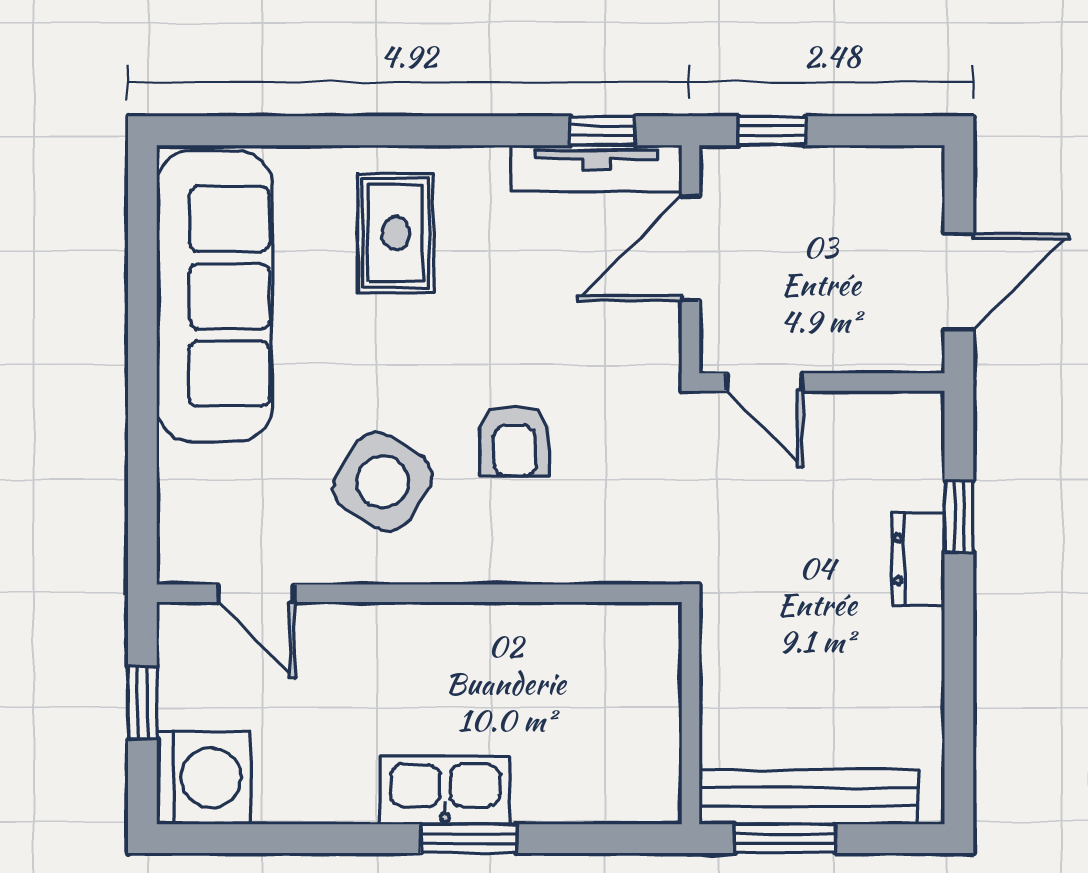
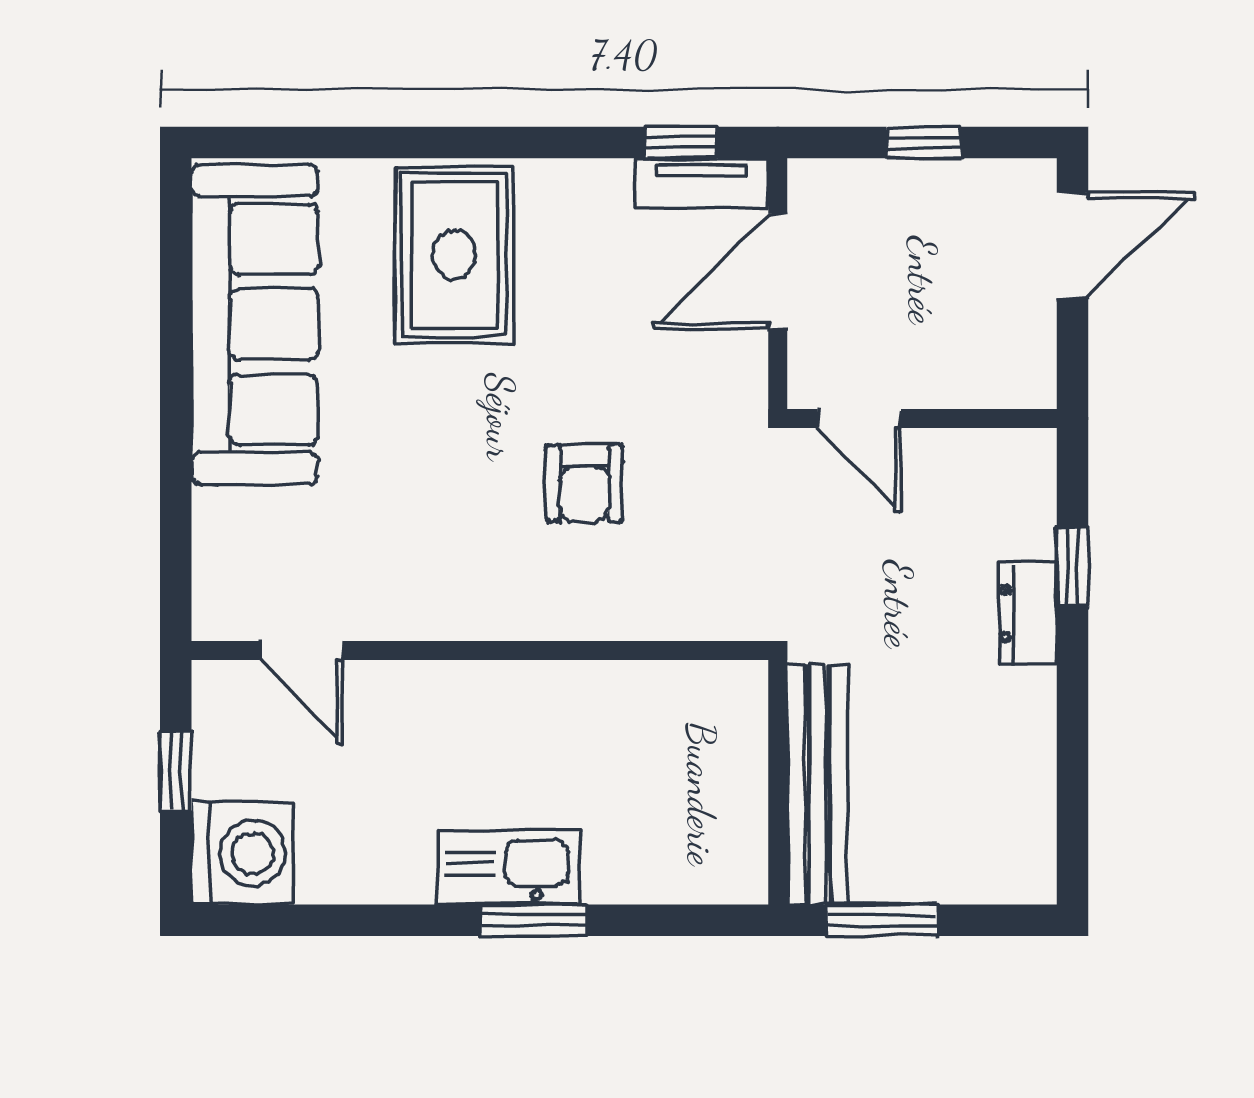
window: (772, 131) -> (924, 143), moved
tv unit: (596, 168) -> (702, 184), width x0.71
rug: (396, 233) -> (454, 255), width x1.36, depth x1.43
door: (959, 282) -> (1073, 245), moved
side table: (383, 482) -> (440, 528), removed
bench: (808, 797) -> (817, 784), moved, turned 90

